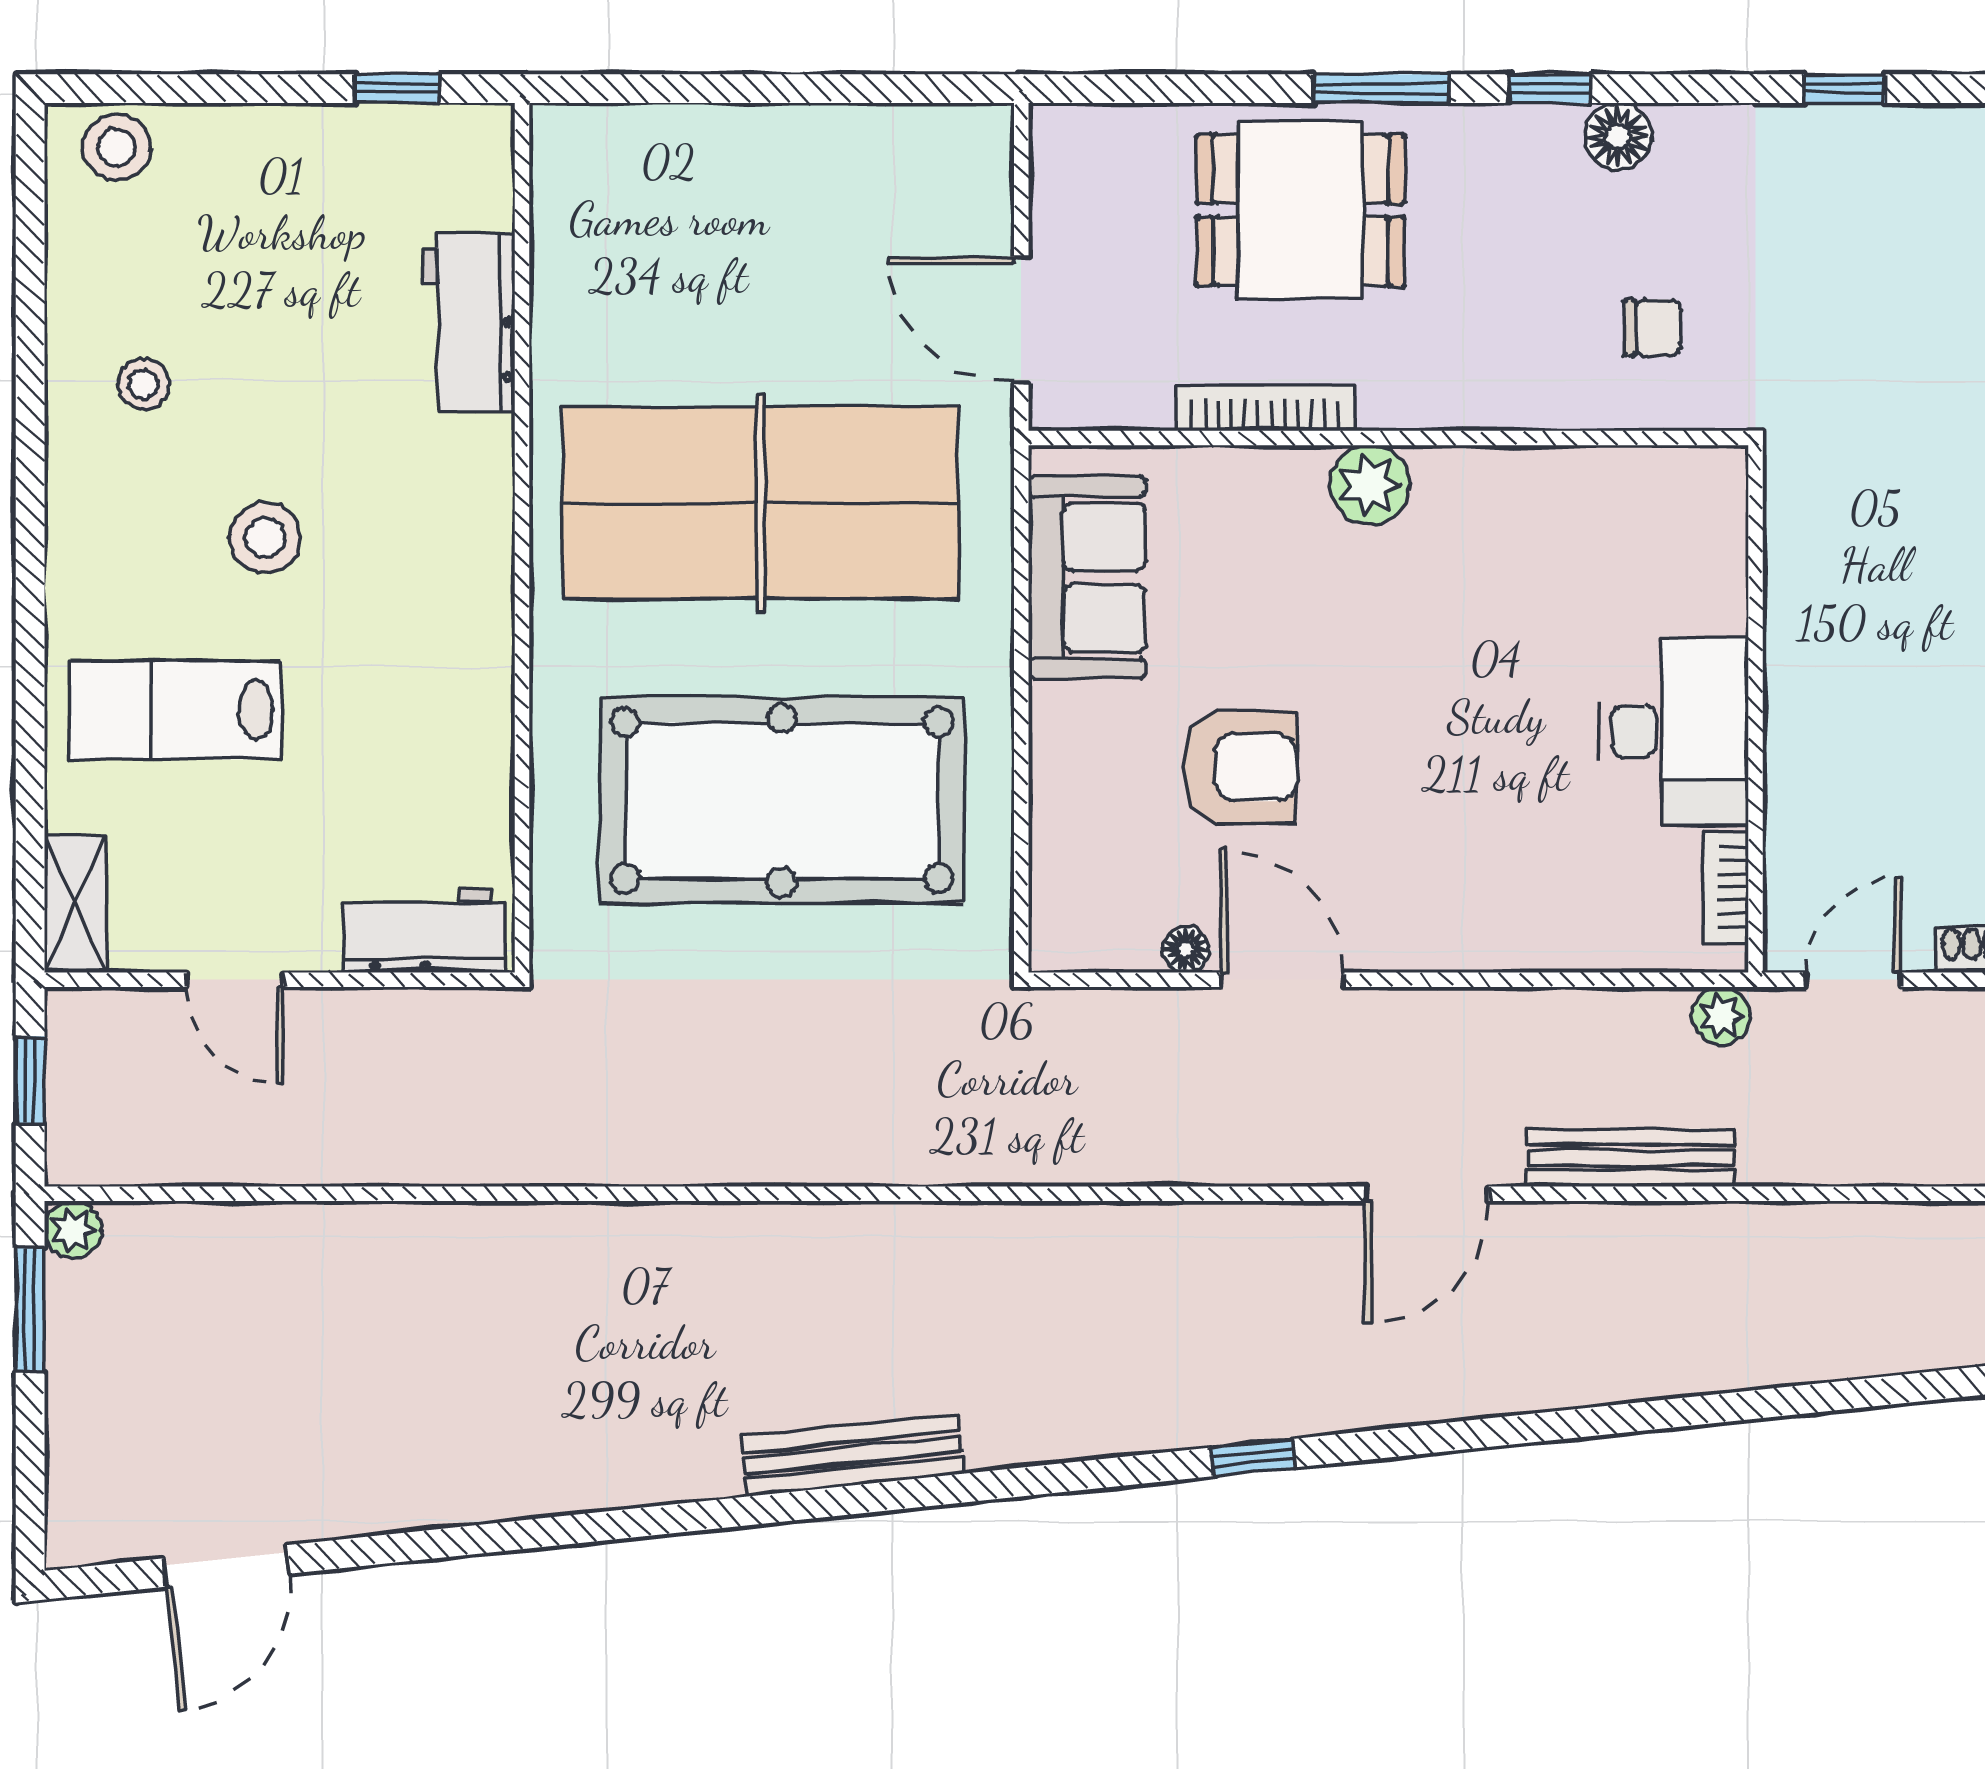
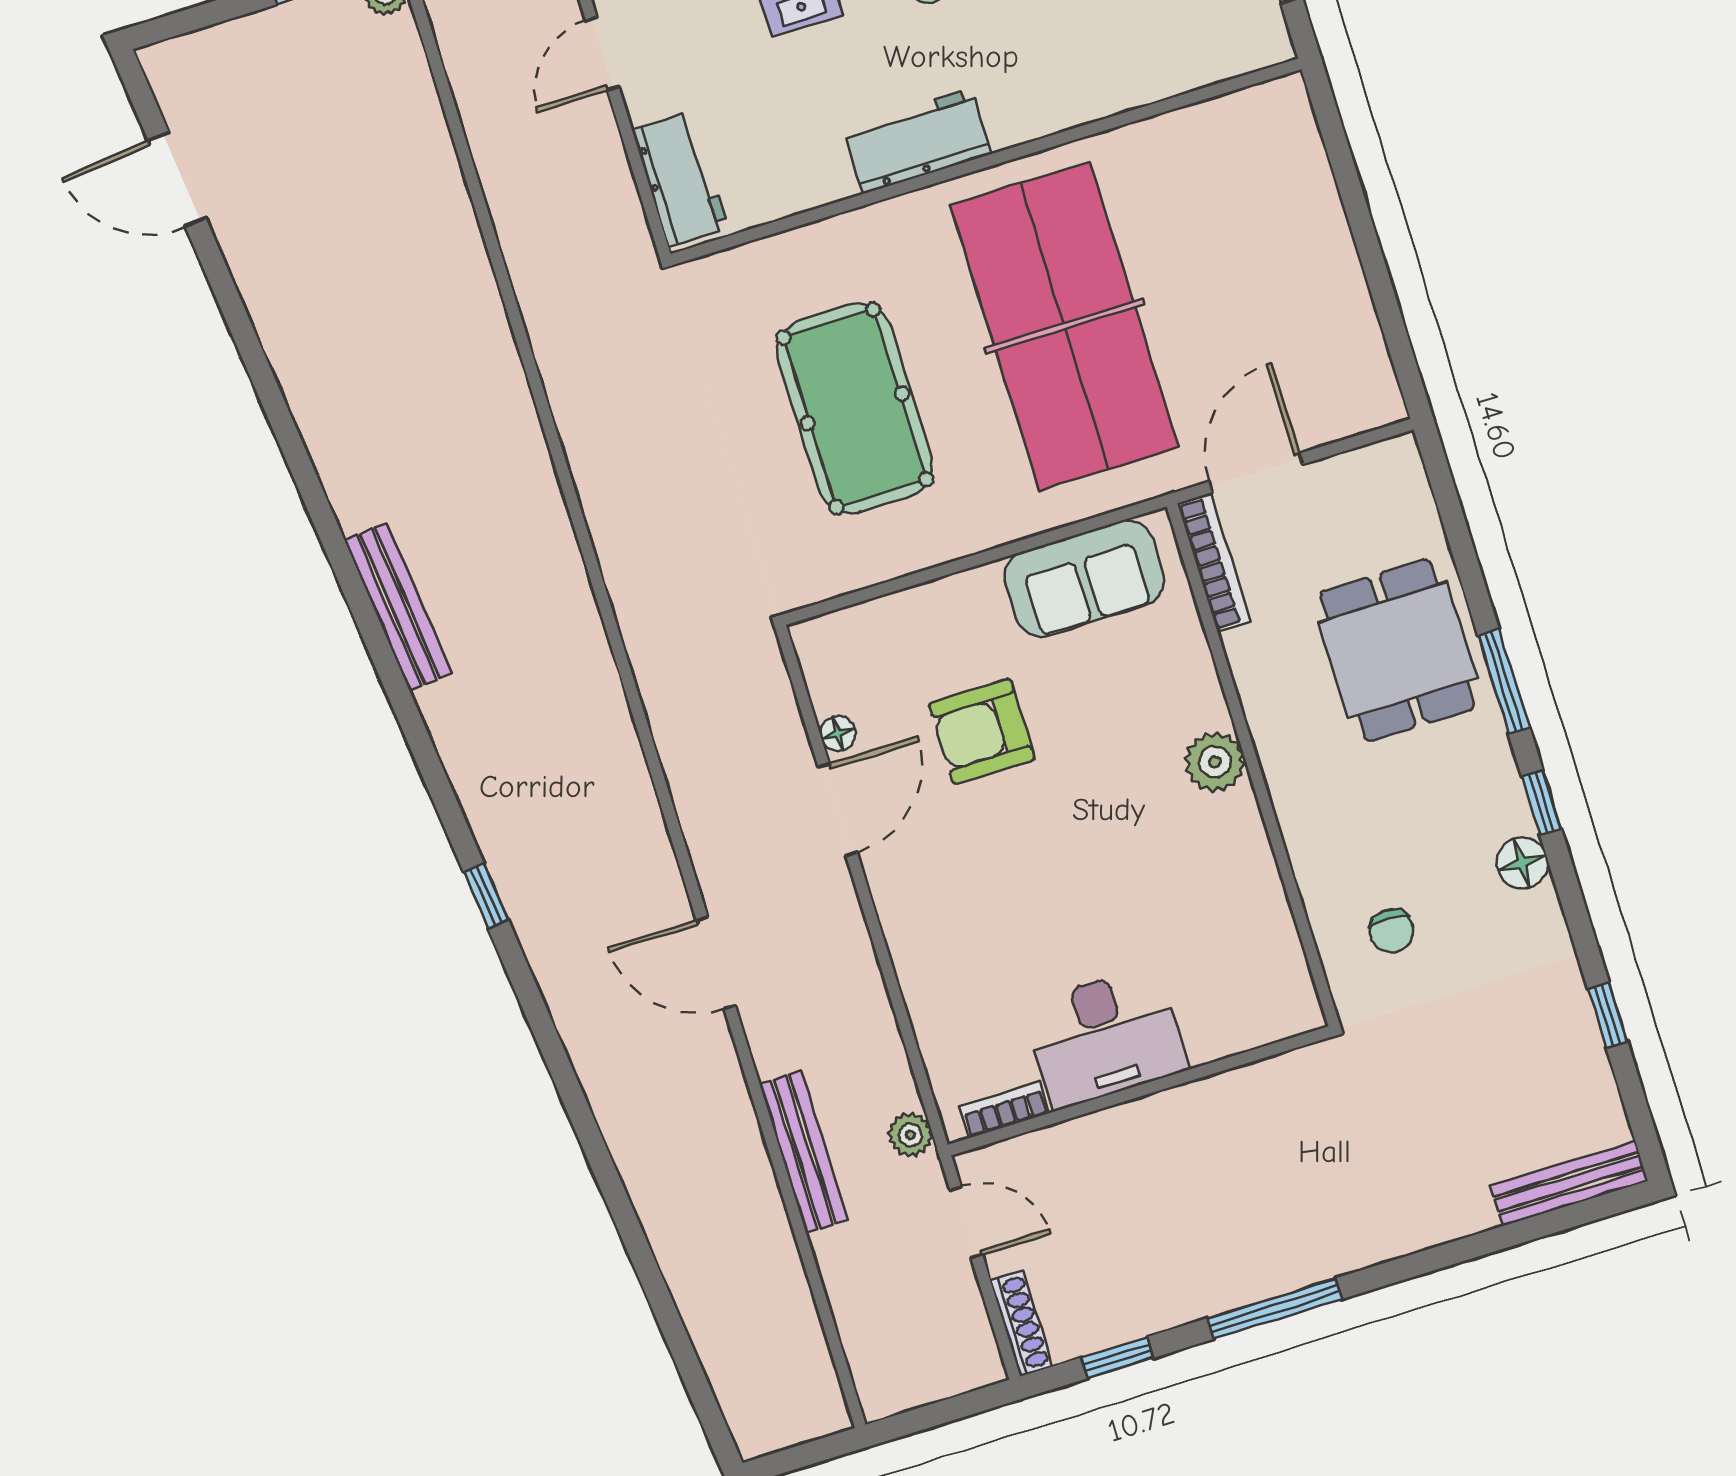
workbench: (469, 323) -> (917, 141), moved
bookcase: (1265, 408) -> (1214, 563), moved
armchair: (1240, 767) -> (982, 731), turned 90
pool table: (782, 800) -> (855, 408), width x0.73, depth x0.76
bench: (1631, 1158) -> (803, 1152), moved

